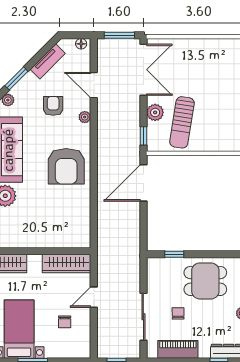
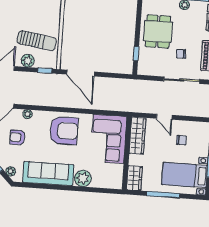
corner sofa: (60, 226) -> (109, 139), added

